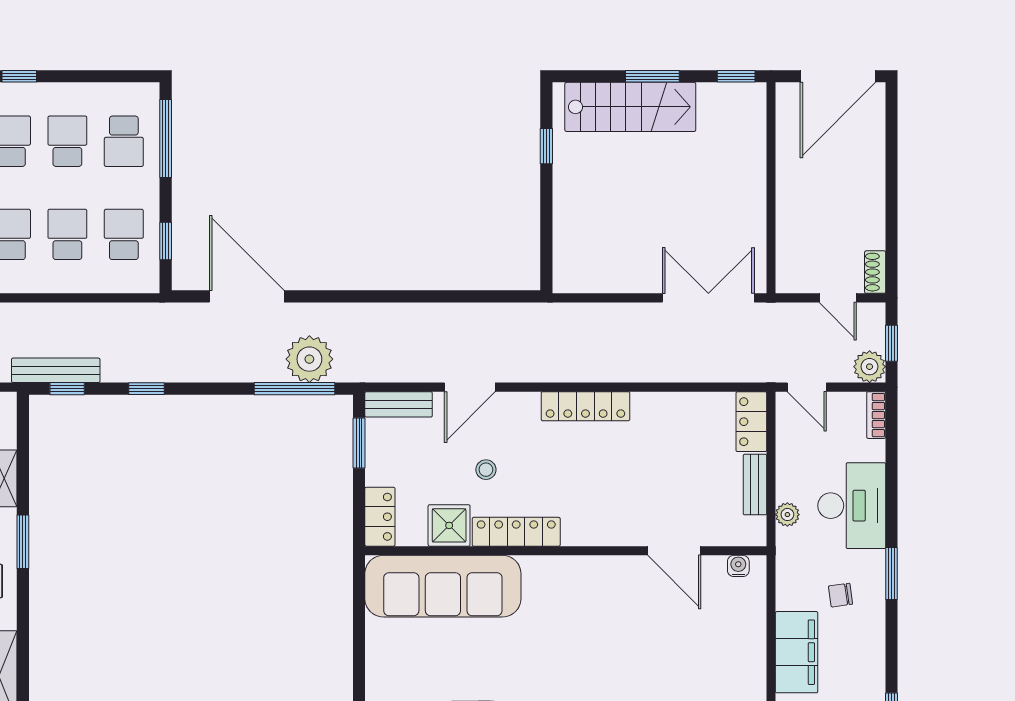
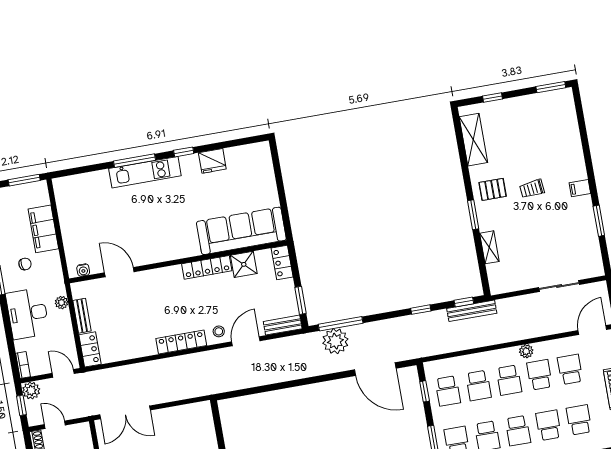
stool: (486, 470) -> (219, 331), moved

